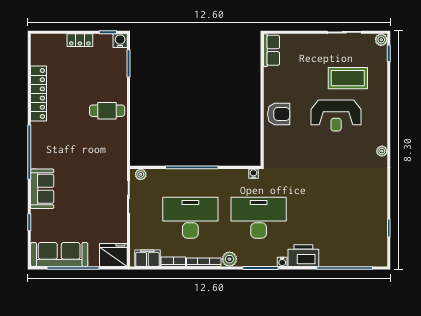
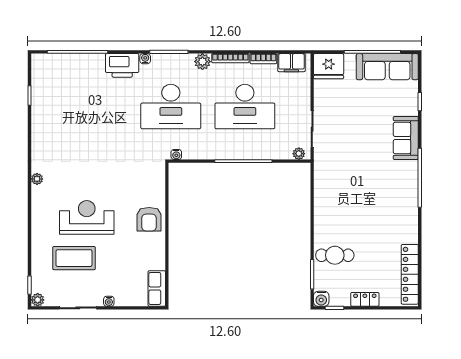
water cooler: (316, 38) -> (109, 301), added
locker: (38, 93) -> (410, 274), moved
cafe table: (107, 111) -> (335, 255), moved
armchair: (279, 114) -> (149, 219), turned -90

